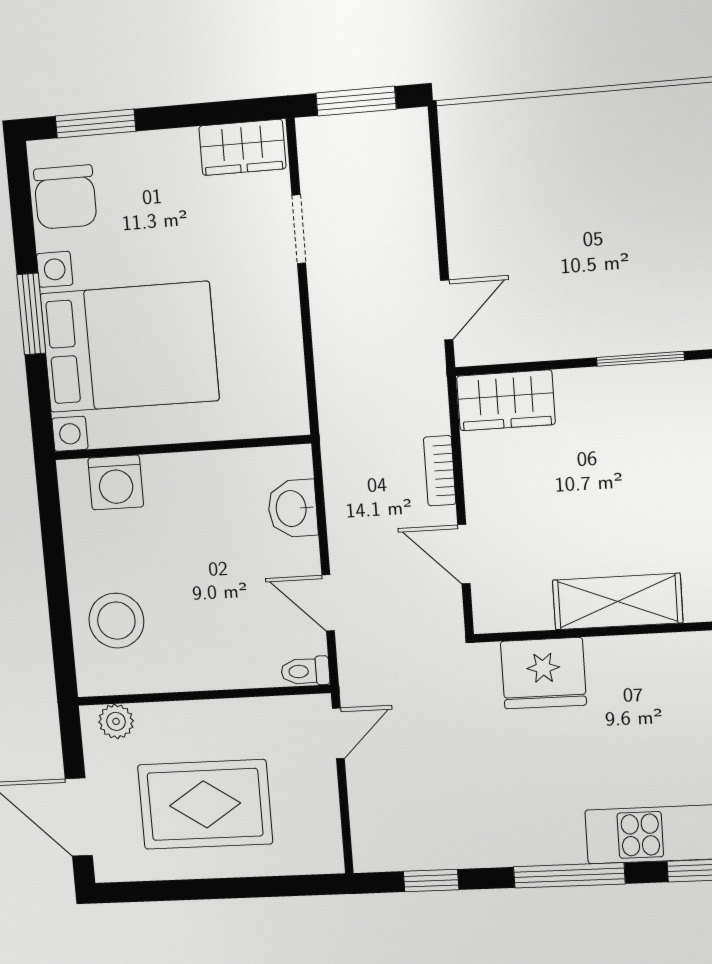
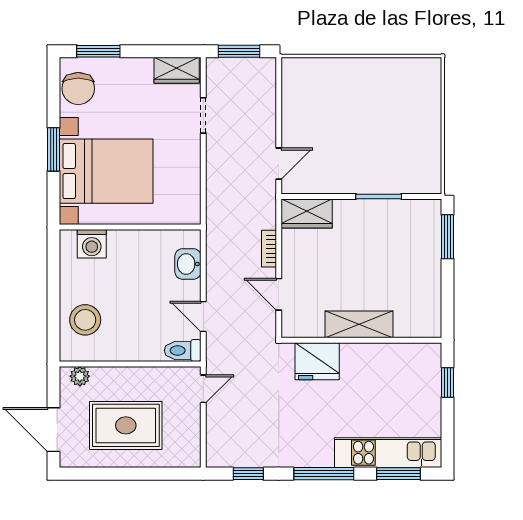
toilet: (305, 671) -> (183, 350), width x1.37, depth x1.39

